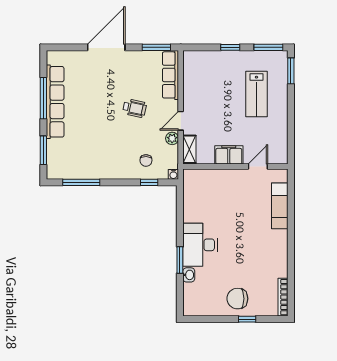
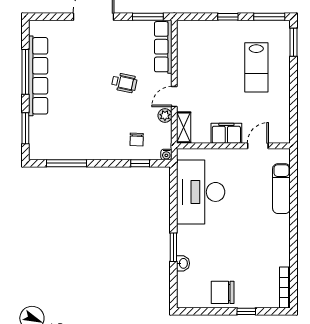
desk: (200, 245) -> (201, 192), moved, width x1.36, depth x1.30
chair: (237, 299) -> (223, 292), moved

